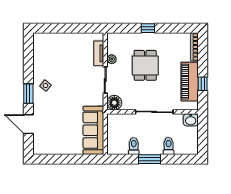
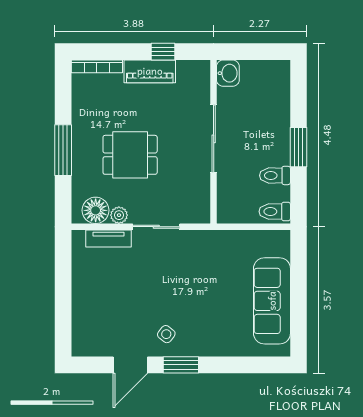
window: (148, 28) -> (63, 150), width x2.17
piano: (190, 82) -> (150, 71), width x0.73, depth x0.75
floor lamp: (114, 103) -> (96, 210), moved
door: (28, 124) -> (130, 365), moved
sofa: (93, 130) -> (272, 301), moved, turned 90
toilet: (169, 146) -> (275, 211), moved

